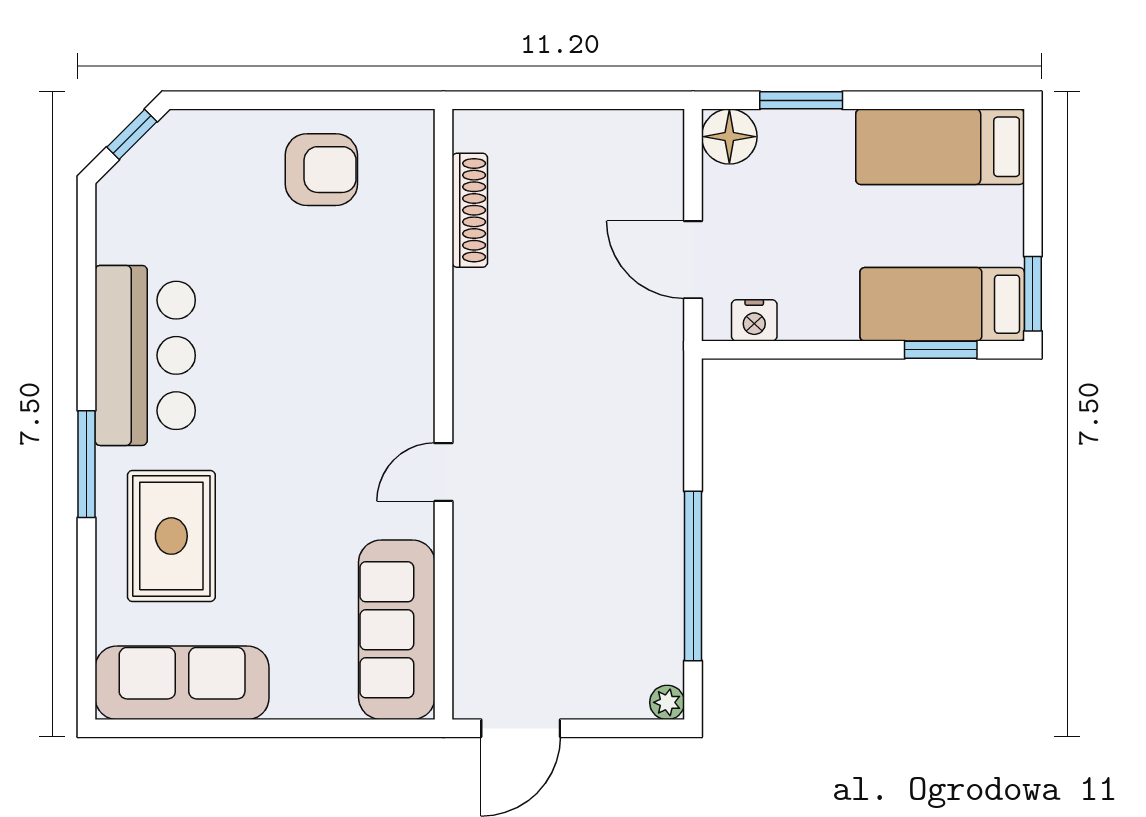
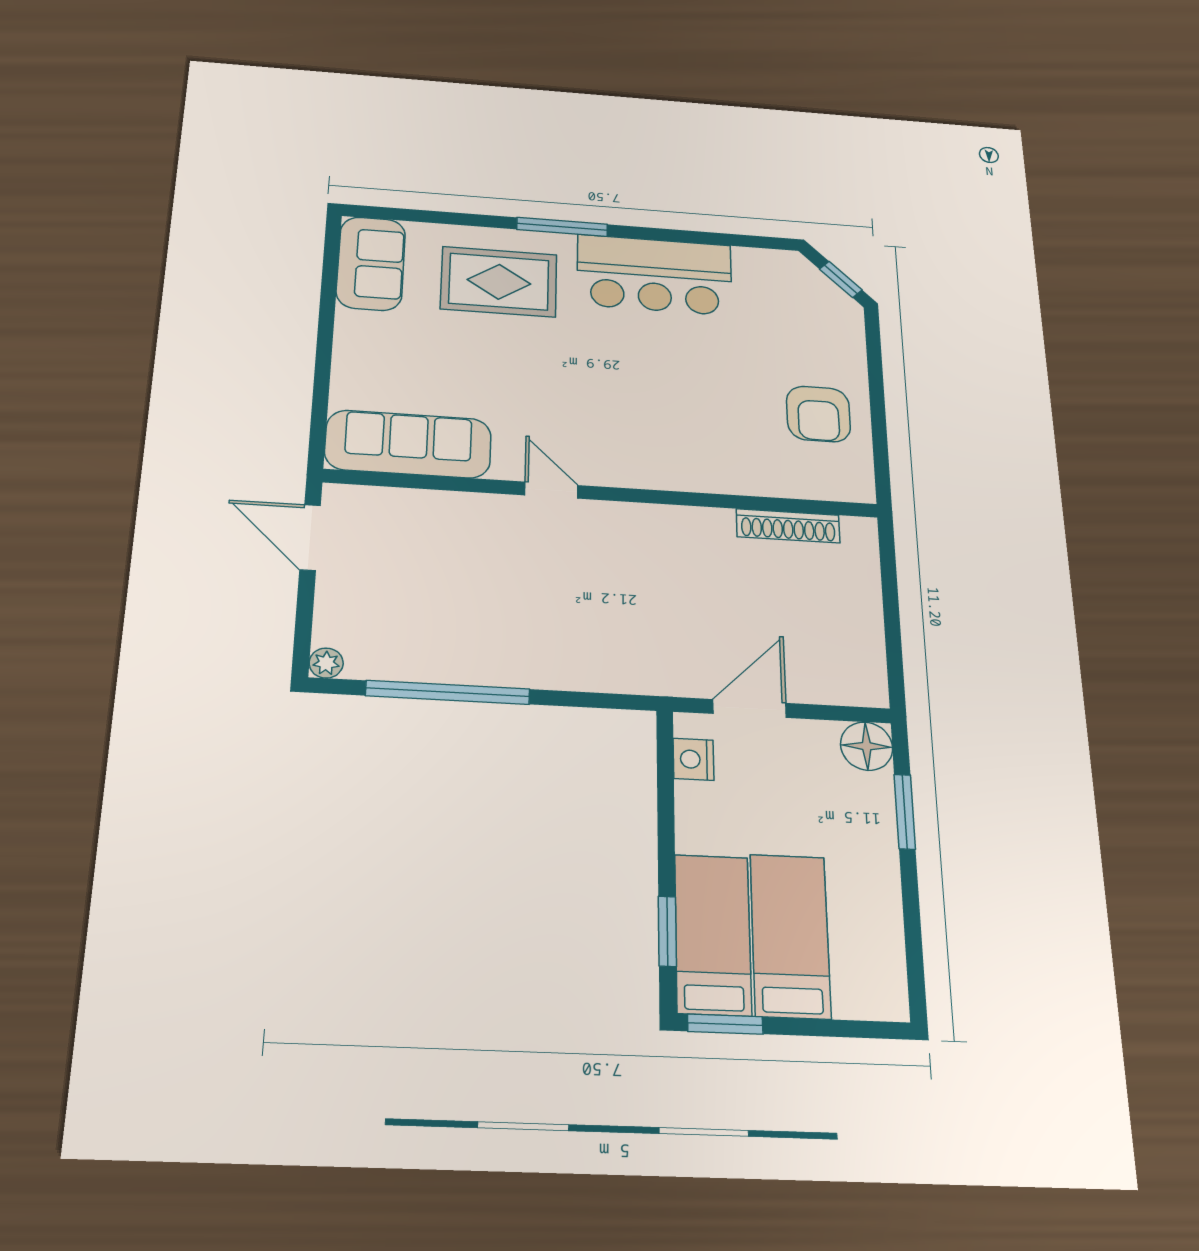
bed: (940, 147) -> (790, 936), moved
sofa: (182, 683) -> (371, 263), width x0.73

